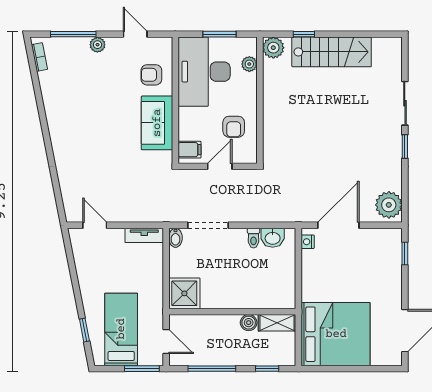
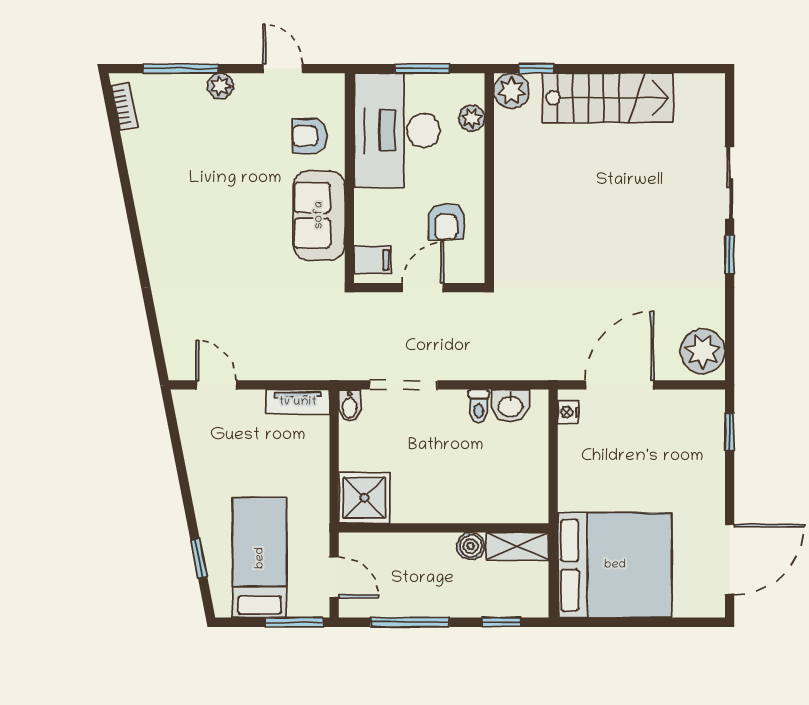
window: (304, 34) -> (536, 69), moved

